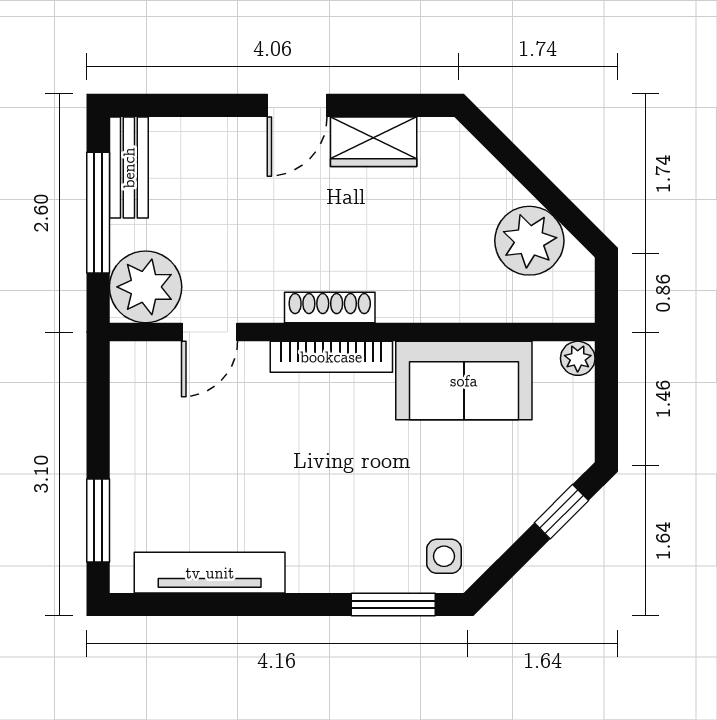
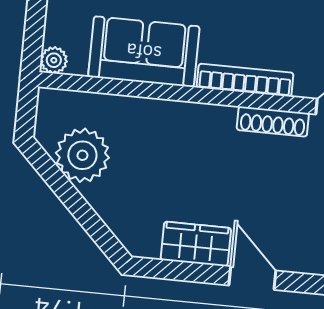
door: (297, 105) -> (252, 278), hinge flipped
shoe rack: (330, 308) -> (273, 122), moved

